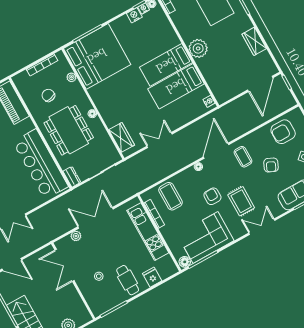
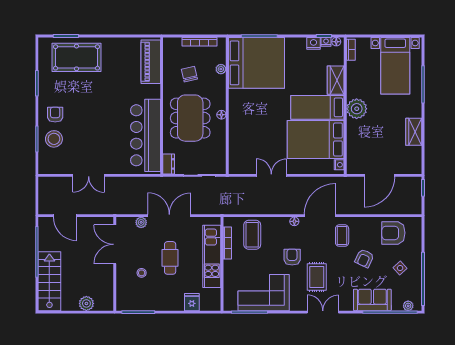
door: (260, 84) -> (379, 175), moved
bed: (176, 86) -> (316, 139), width x1.50
wardrobe: (122, 137) -> (336, 80), moved, turned 180
floor lamp: (185, 262) -> (231, 305), removed
cafe table: (128, 280) -> (170, 258), moved

